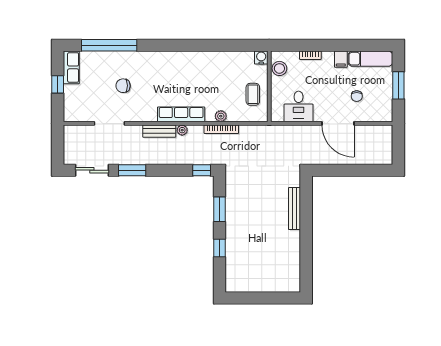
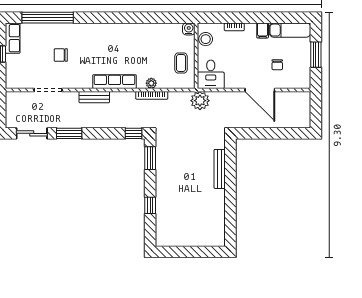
desk: (299, 106) -> (211, 74), moved
plant: (182, 130) -> (200, 101), moved, width x1.87, depth x1.87
window: (220, 209) -> (150, 158), moved

